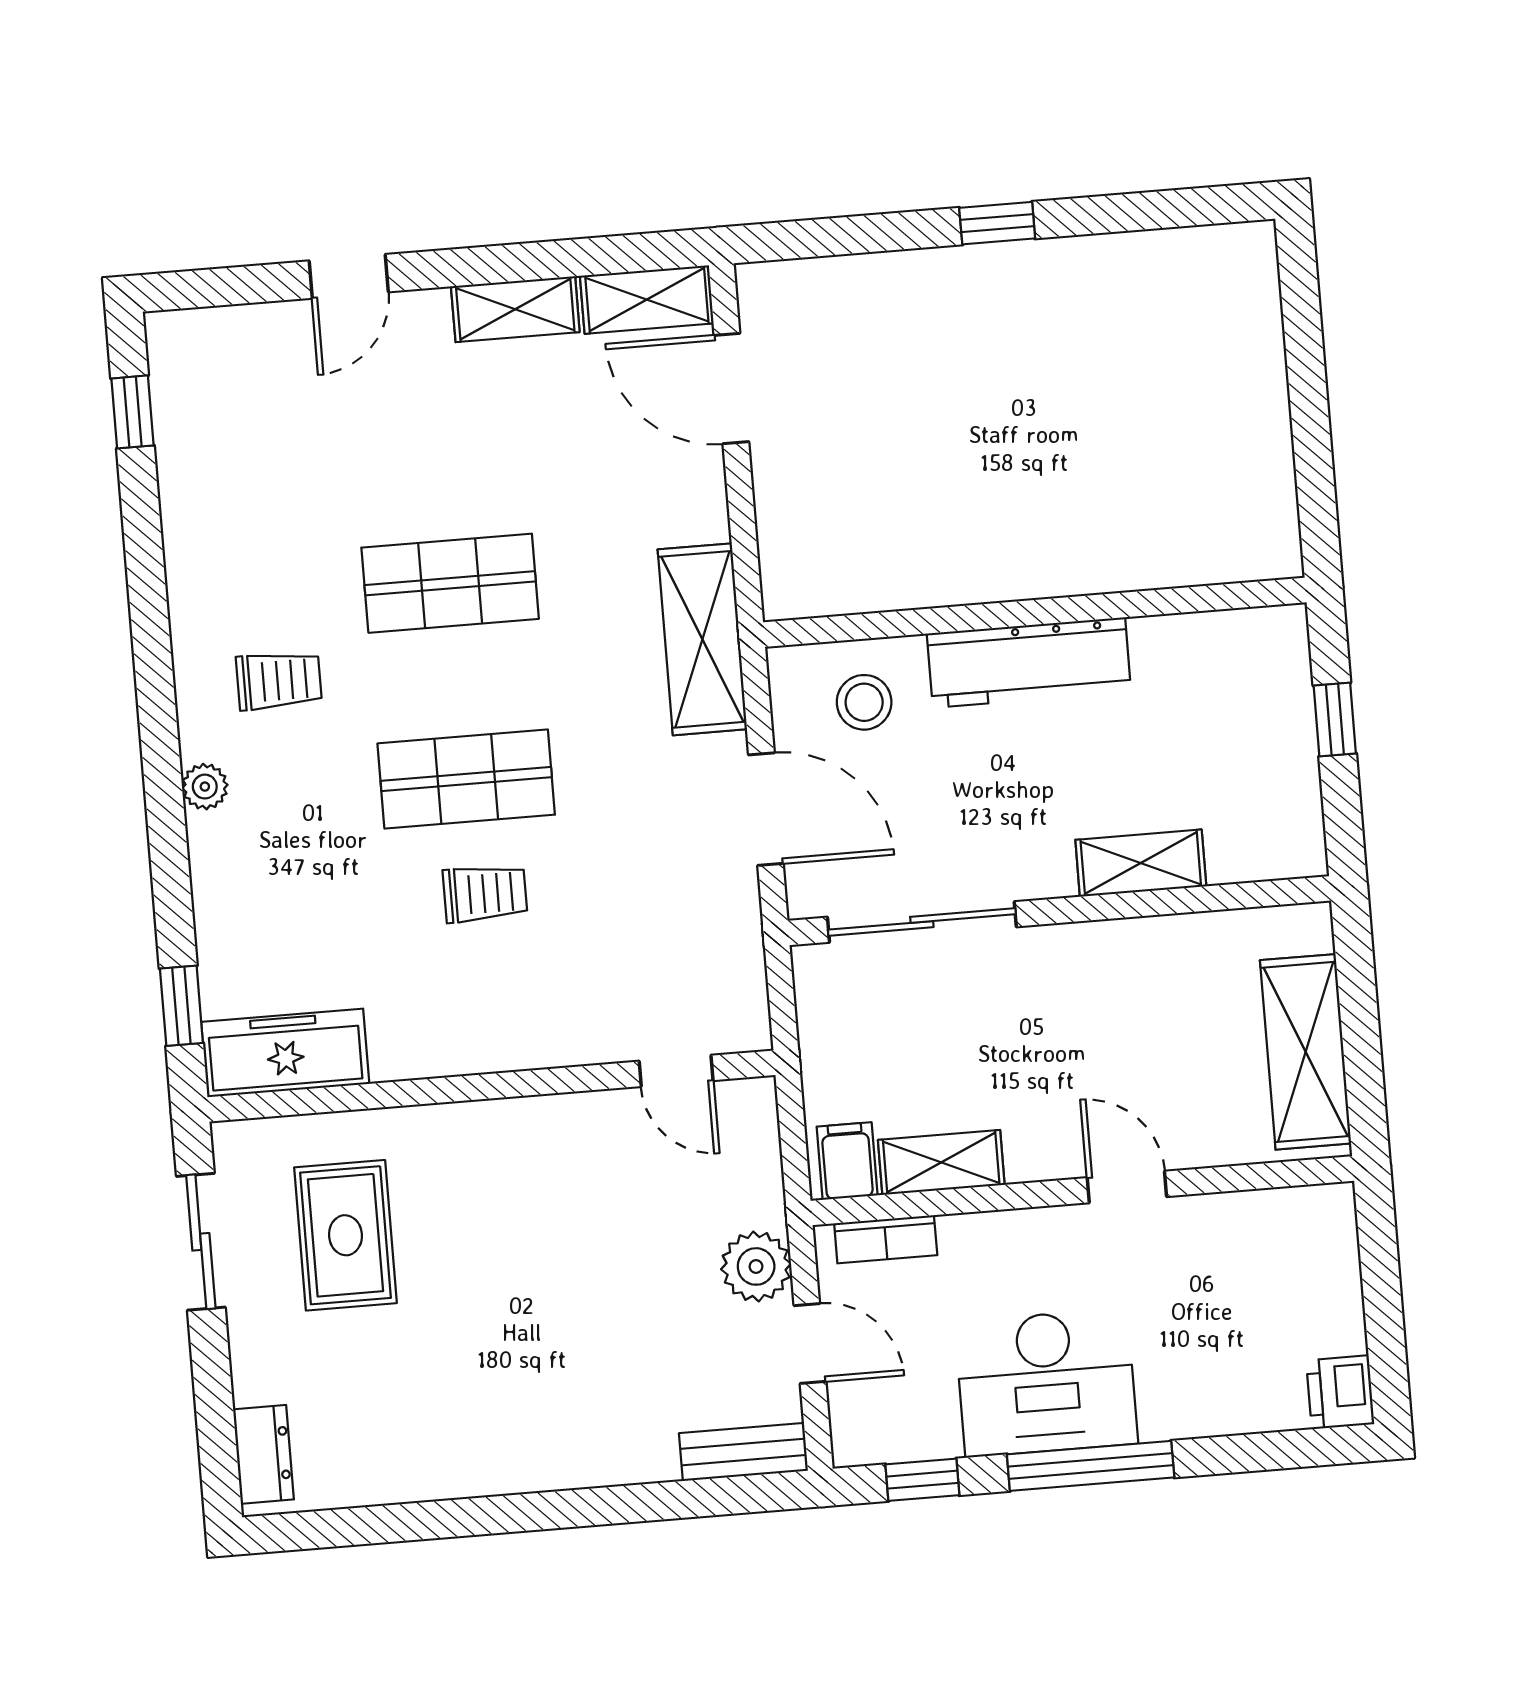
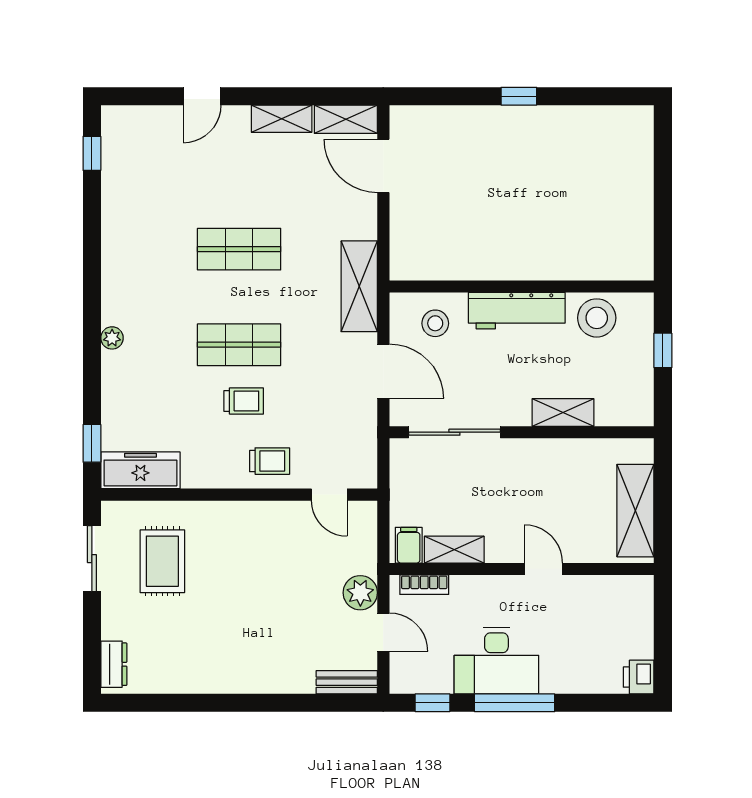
stool: (1194, 664) -> (597, 318), added
trolley: (279, 681) -> (270, 461), moved

